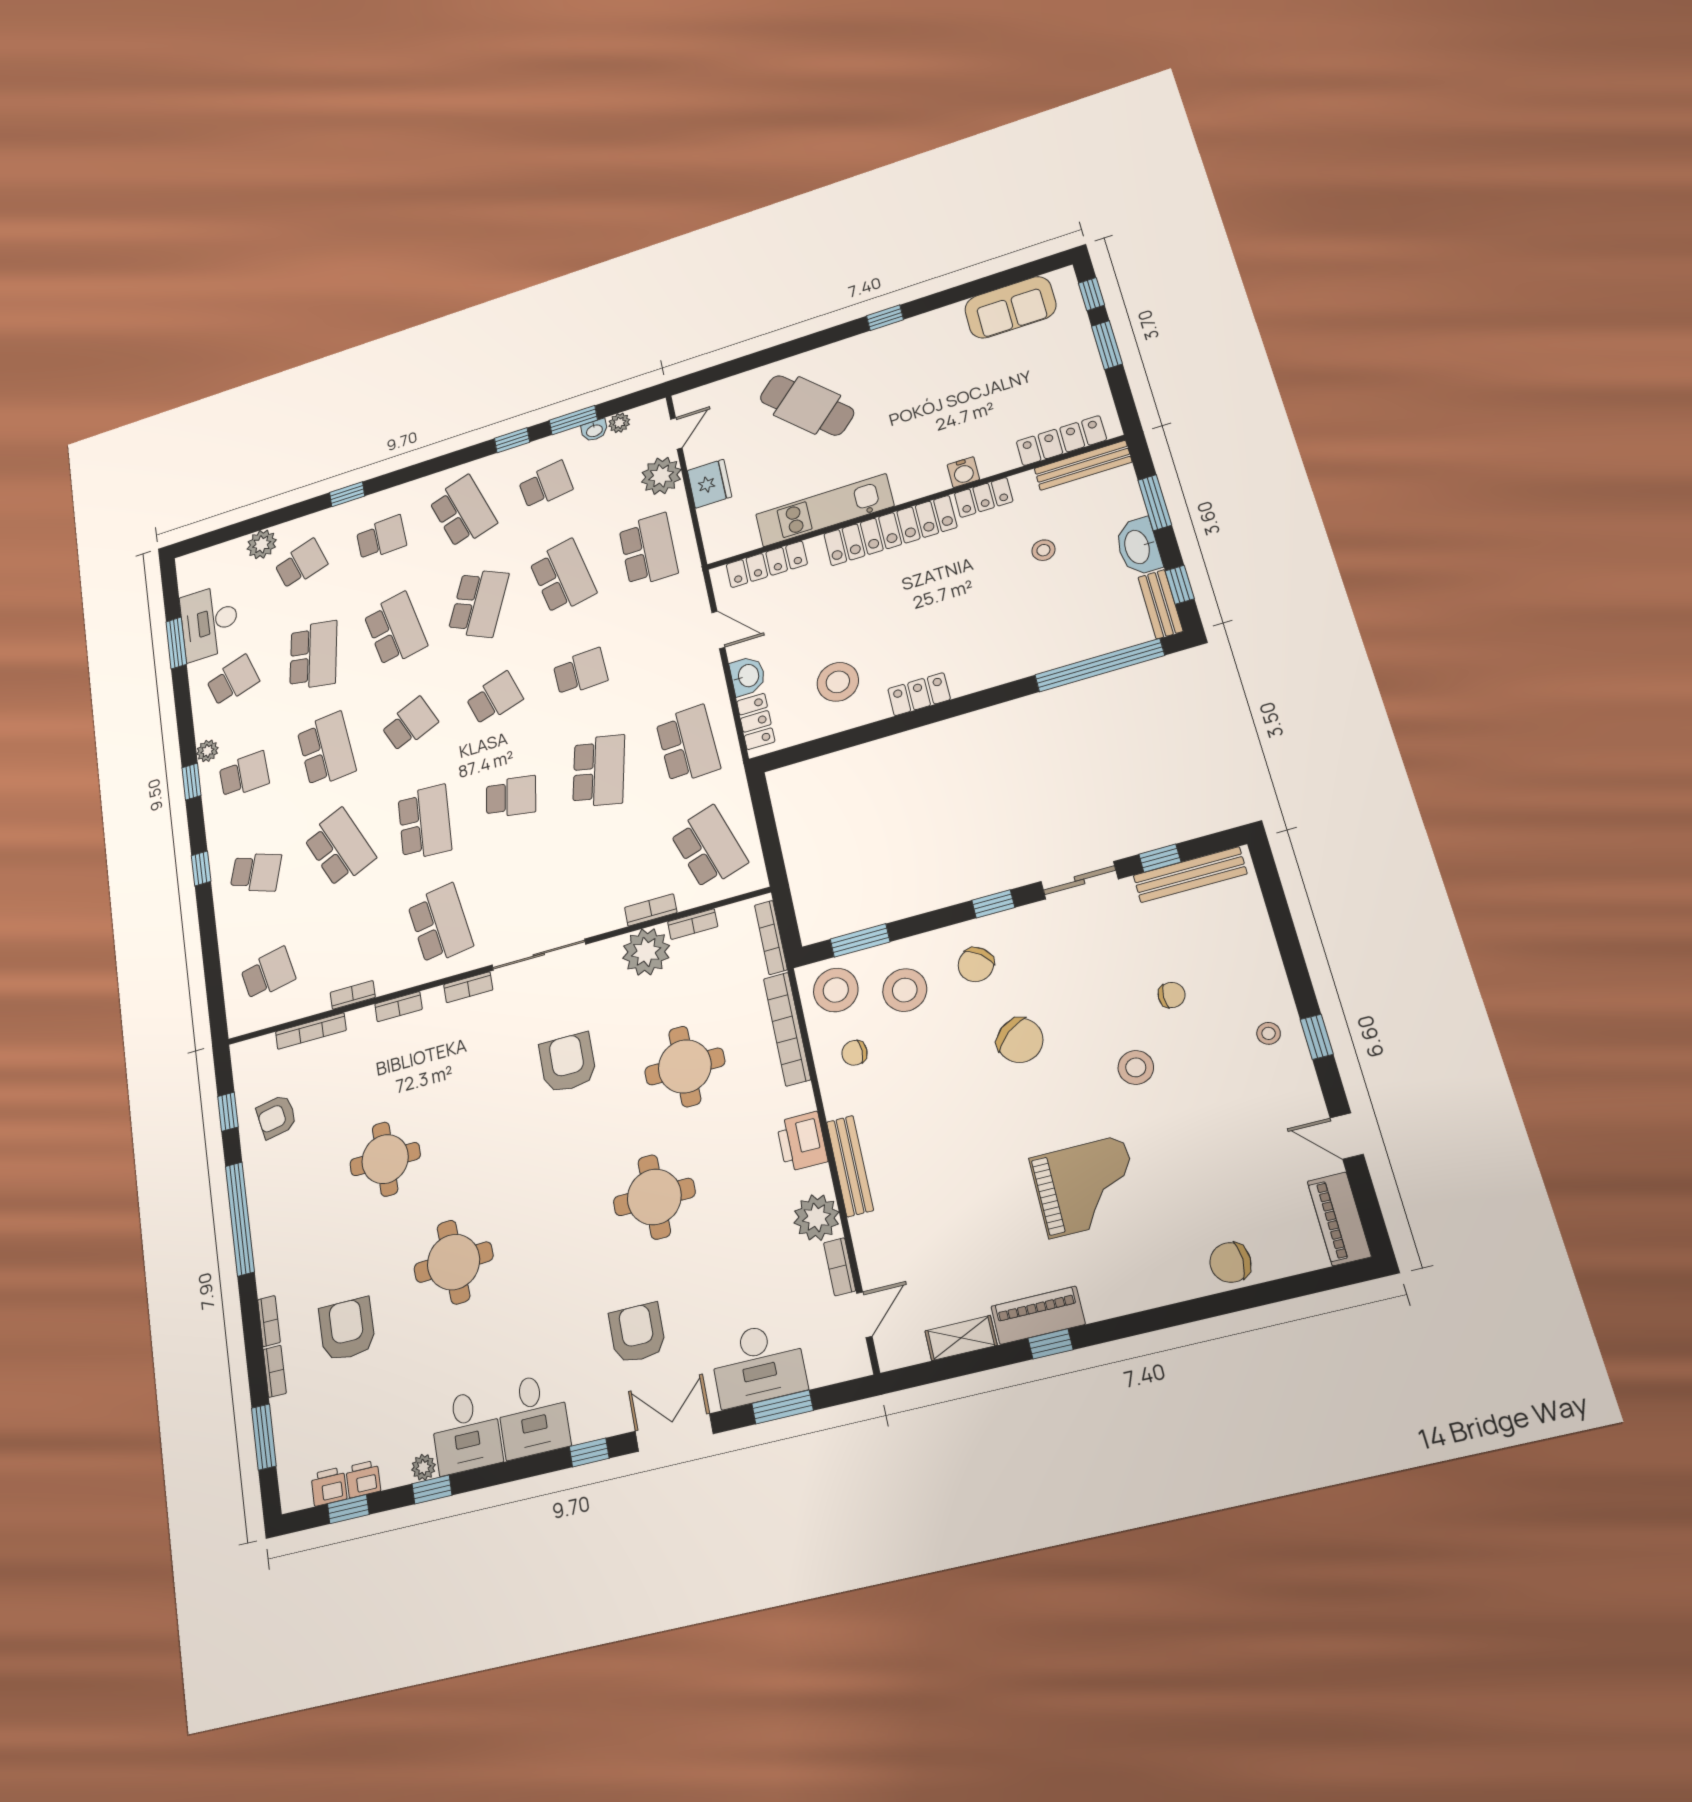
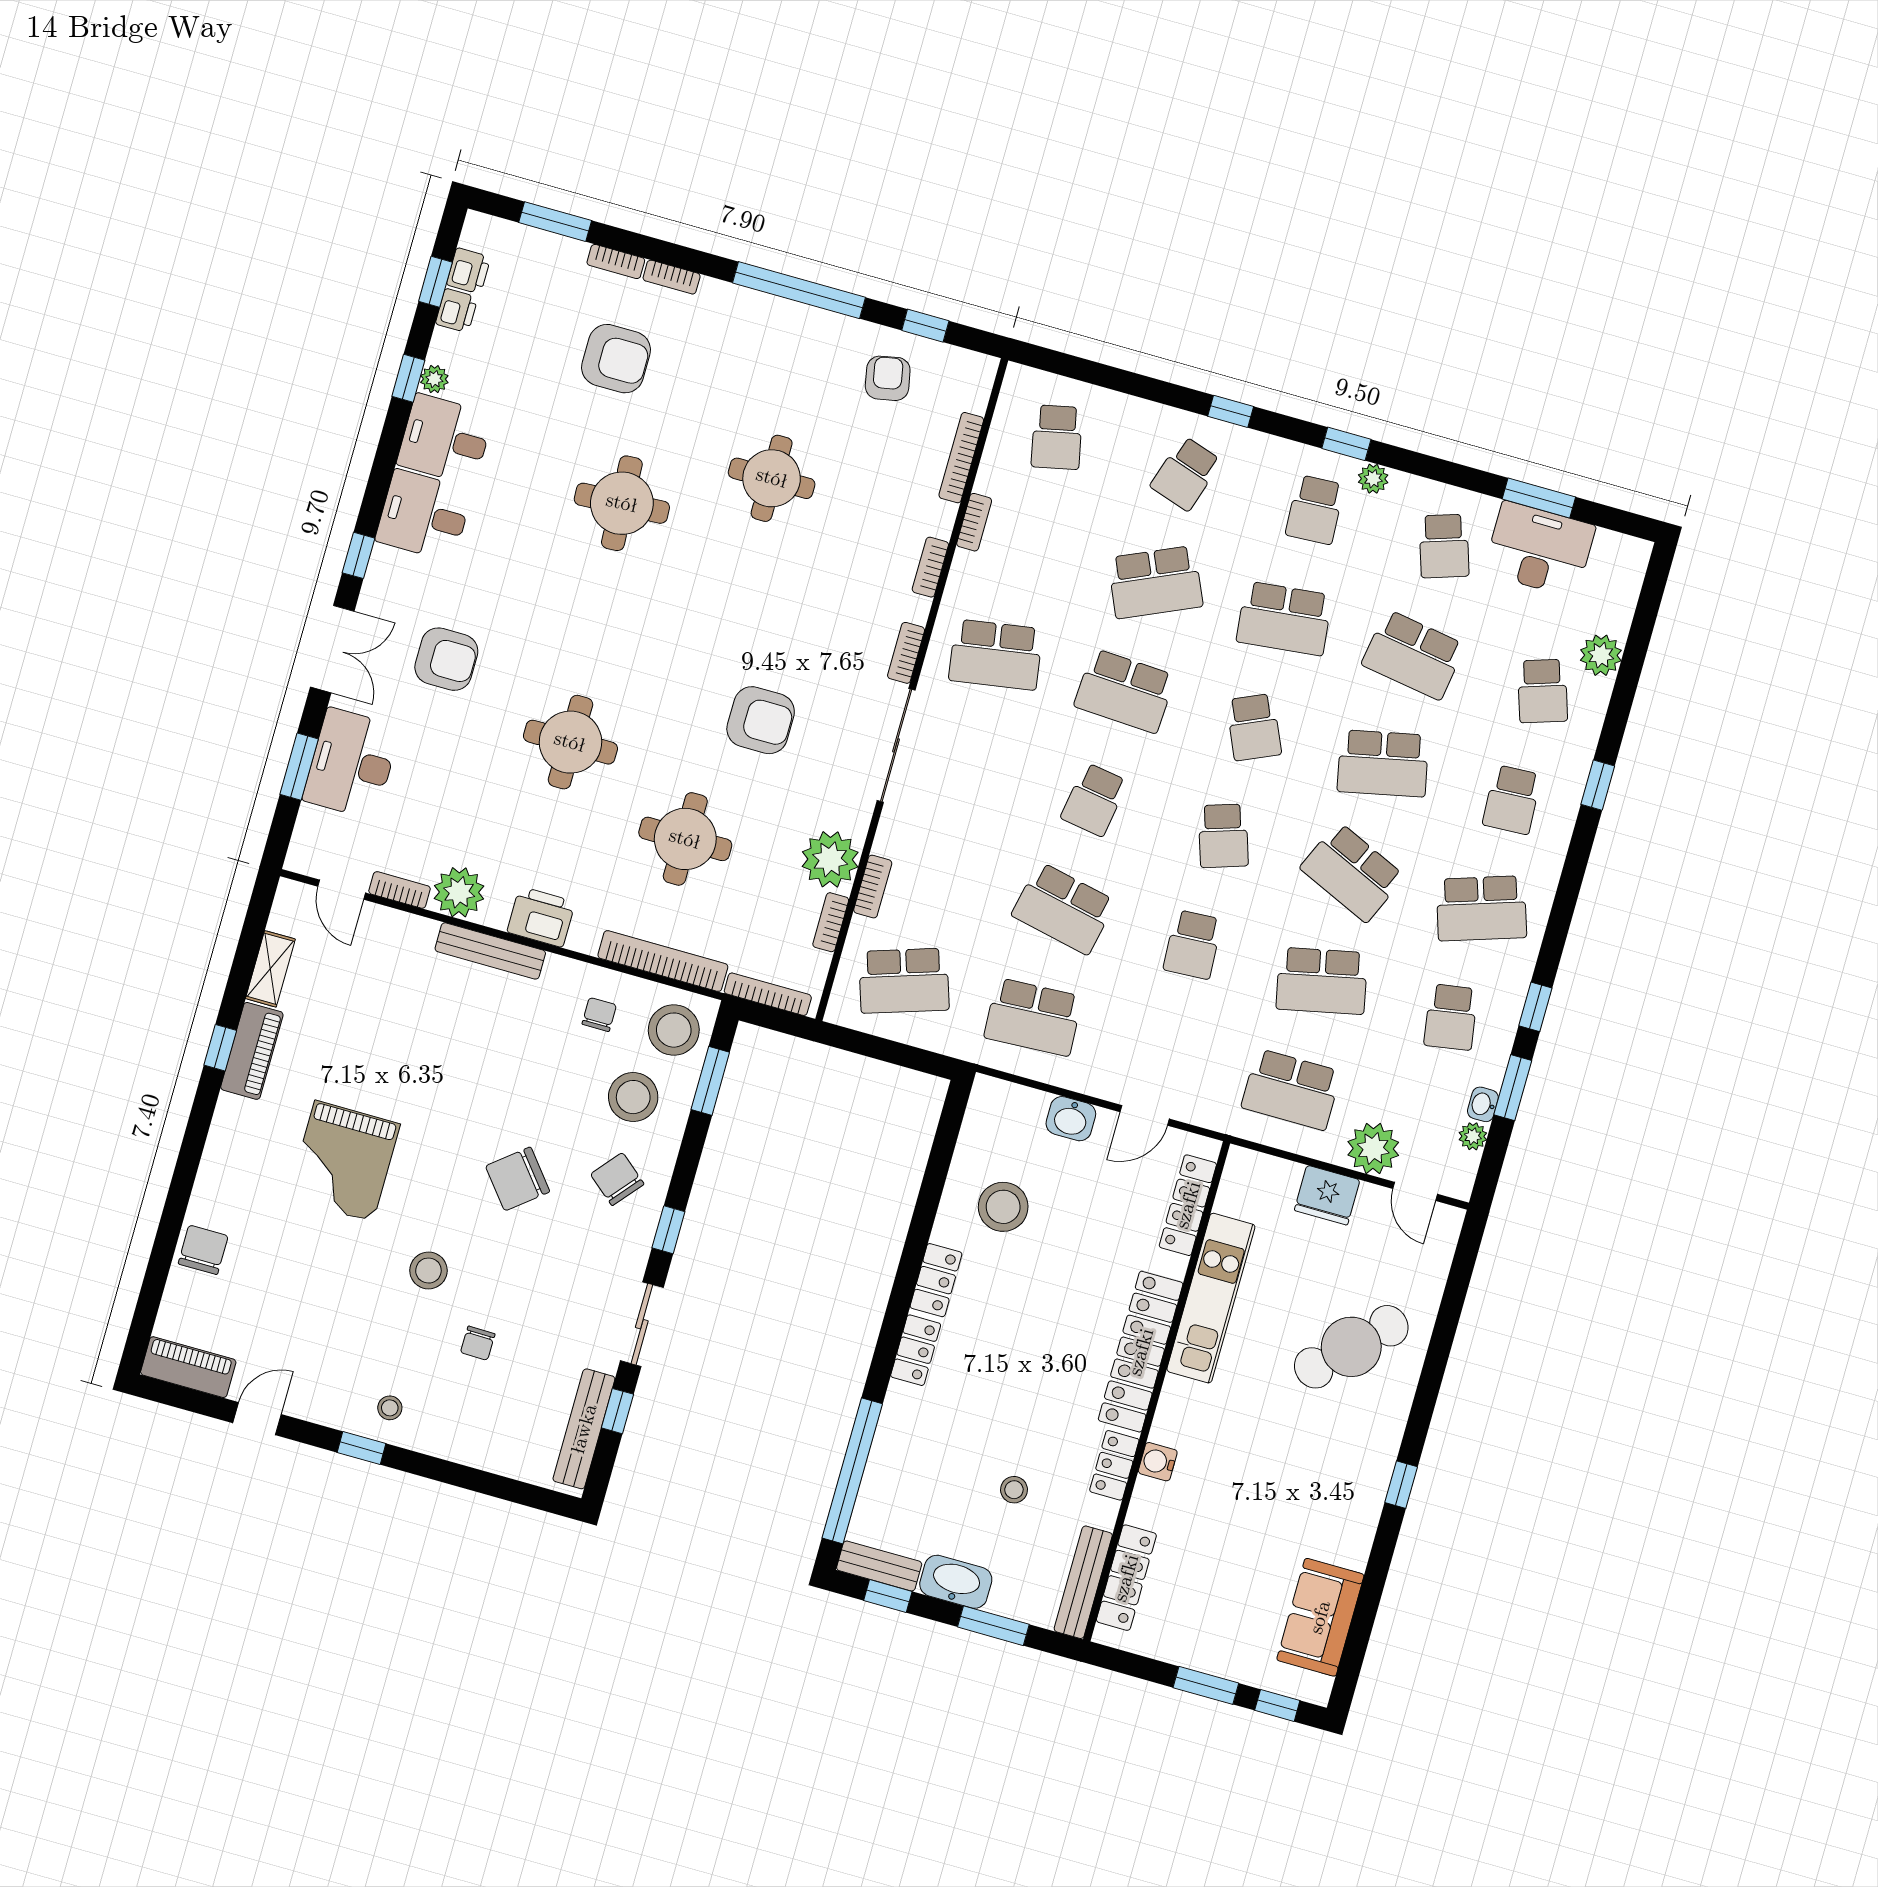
locker: (756, 721) -> (916, 1350), moved, turned -90

